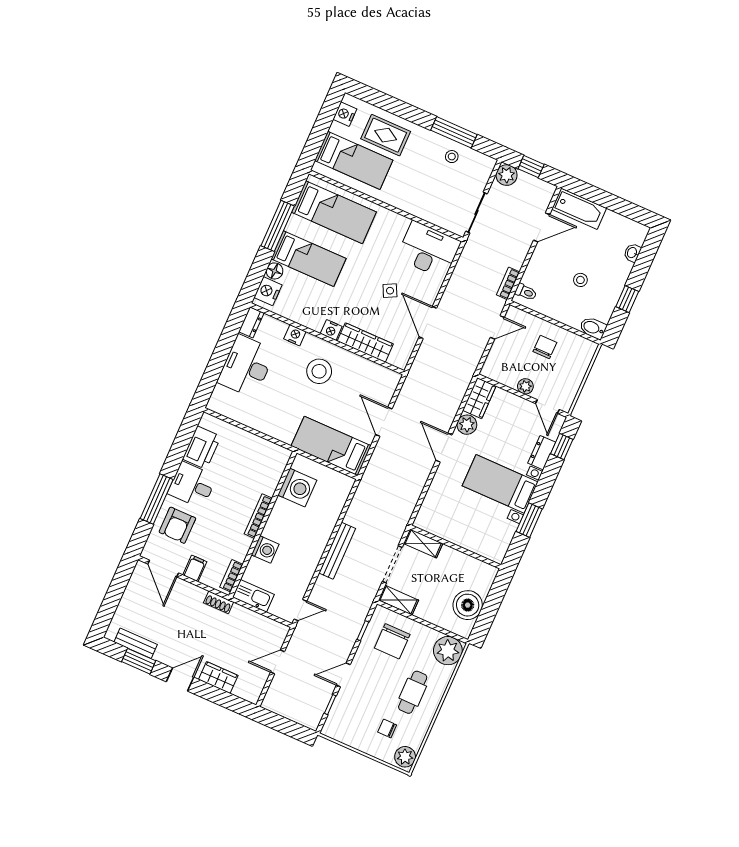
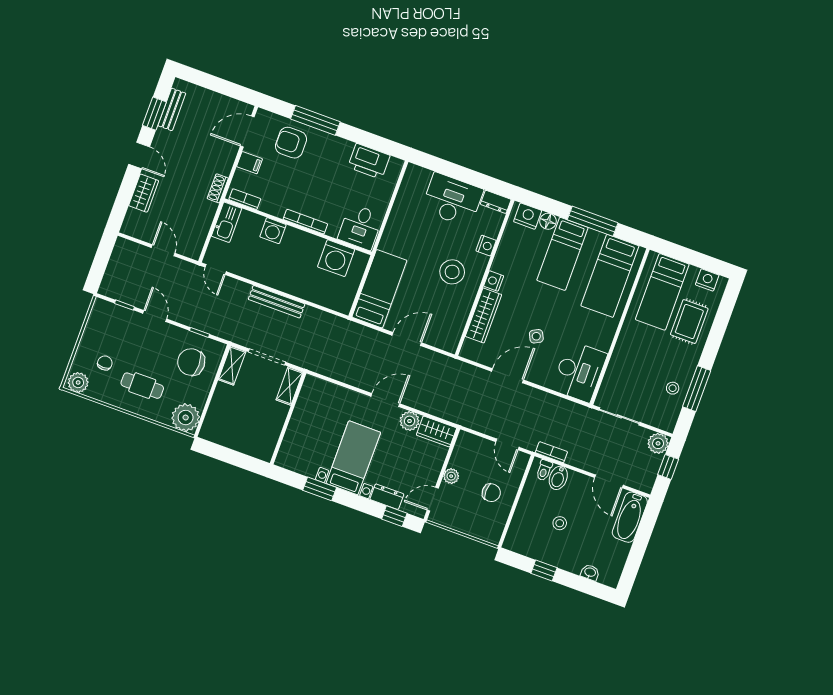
bidet: (593, 328) -> (558, 478), moved, turned 180
desk: (192, 485) -> (360, 227), moved, turned 180
boiler: (468, 605) -> (232, 434), removed

